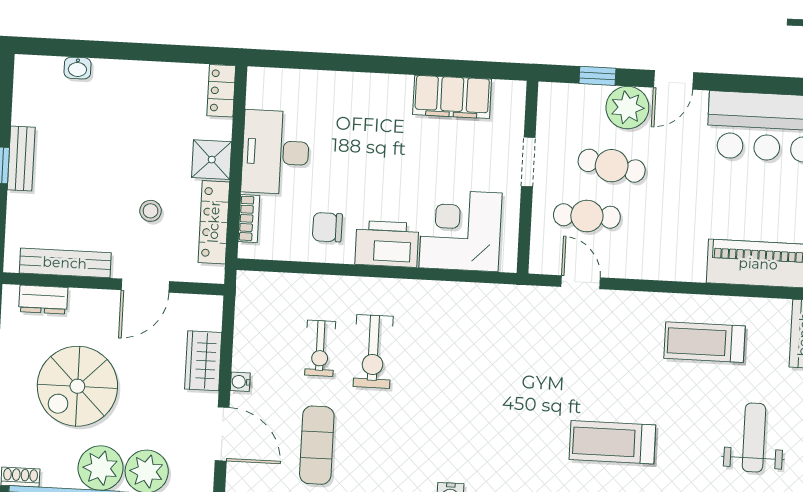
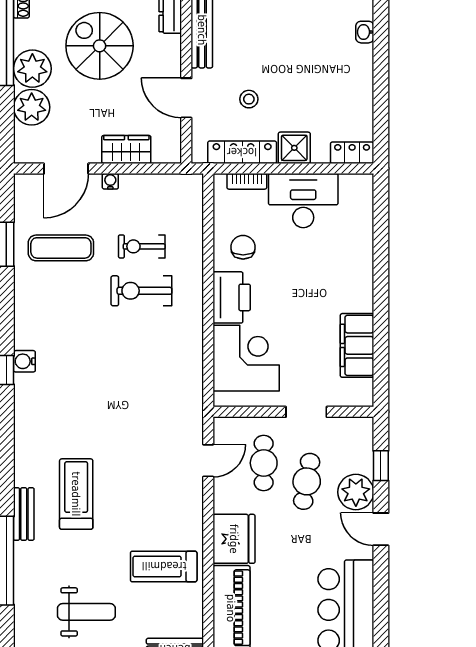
fridge: (676, 256) -> (234, 539), added
treadmill: (705, 342) -> (164, 566), turned -90

